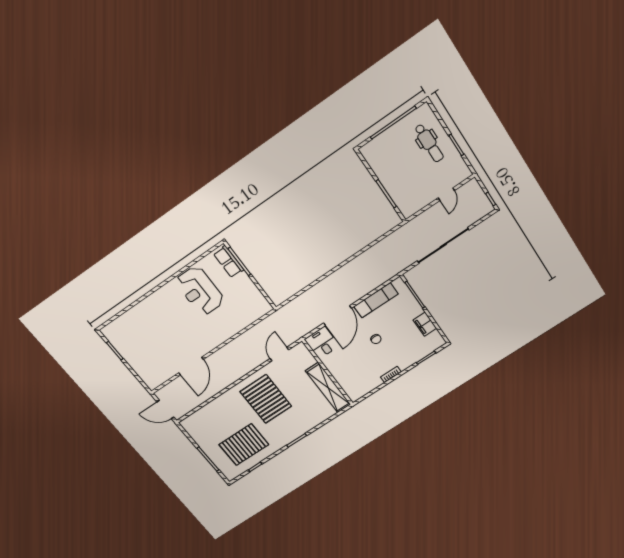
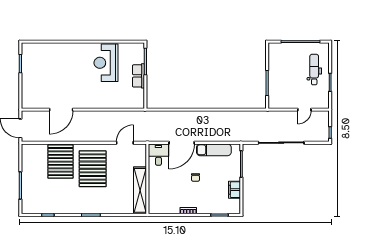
dental chair: (429, 143) -> (314, 70), turned 180
row of seats: (229, 262) -> (138, 76), moved
pallet: (244, 445) -> (60, 162), moved, turned 90

